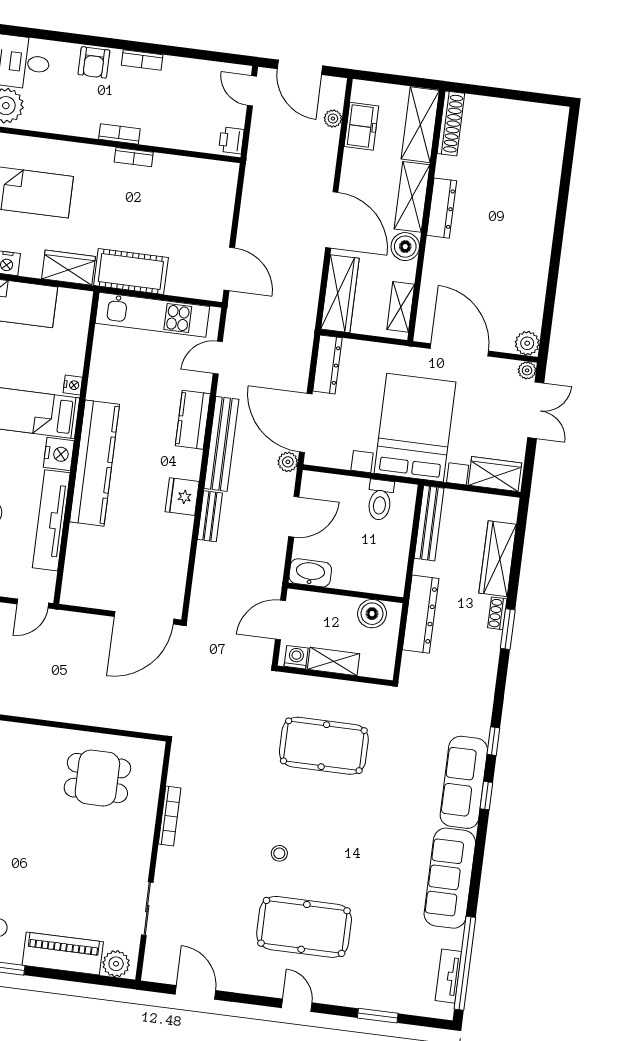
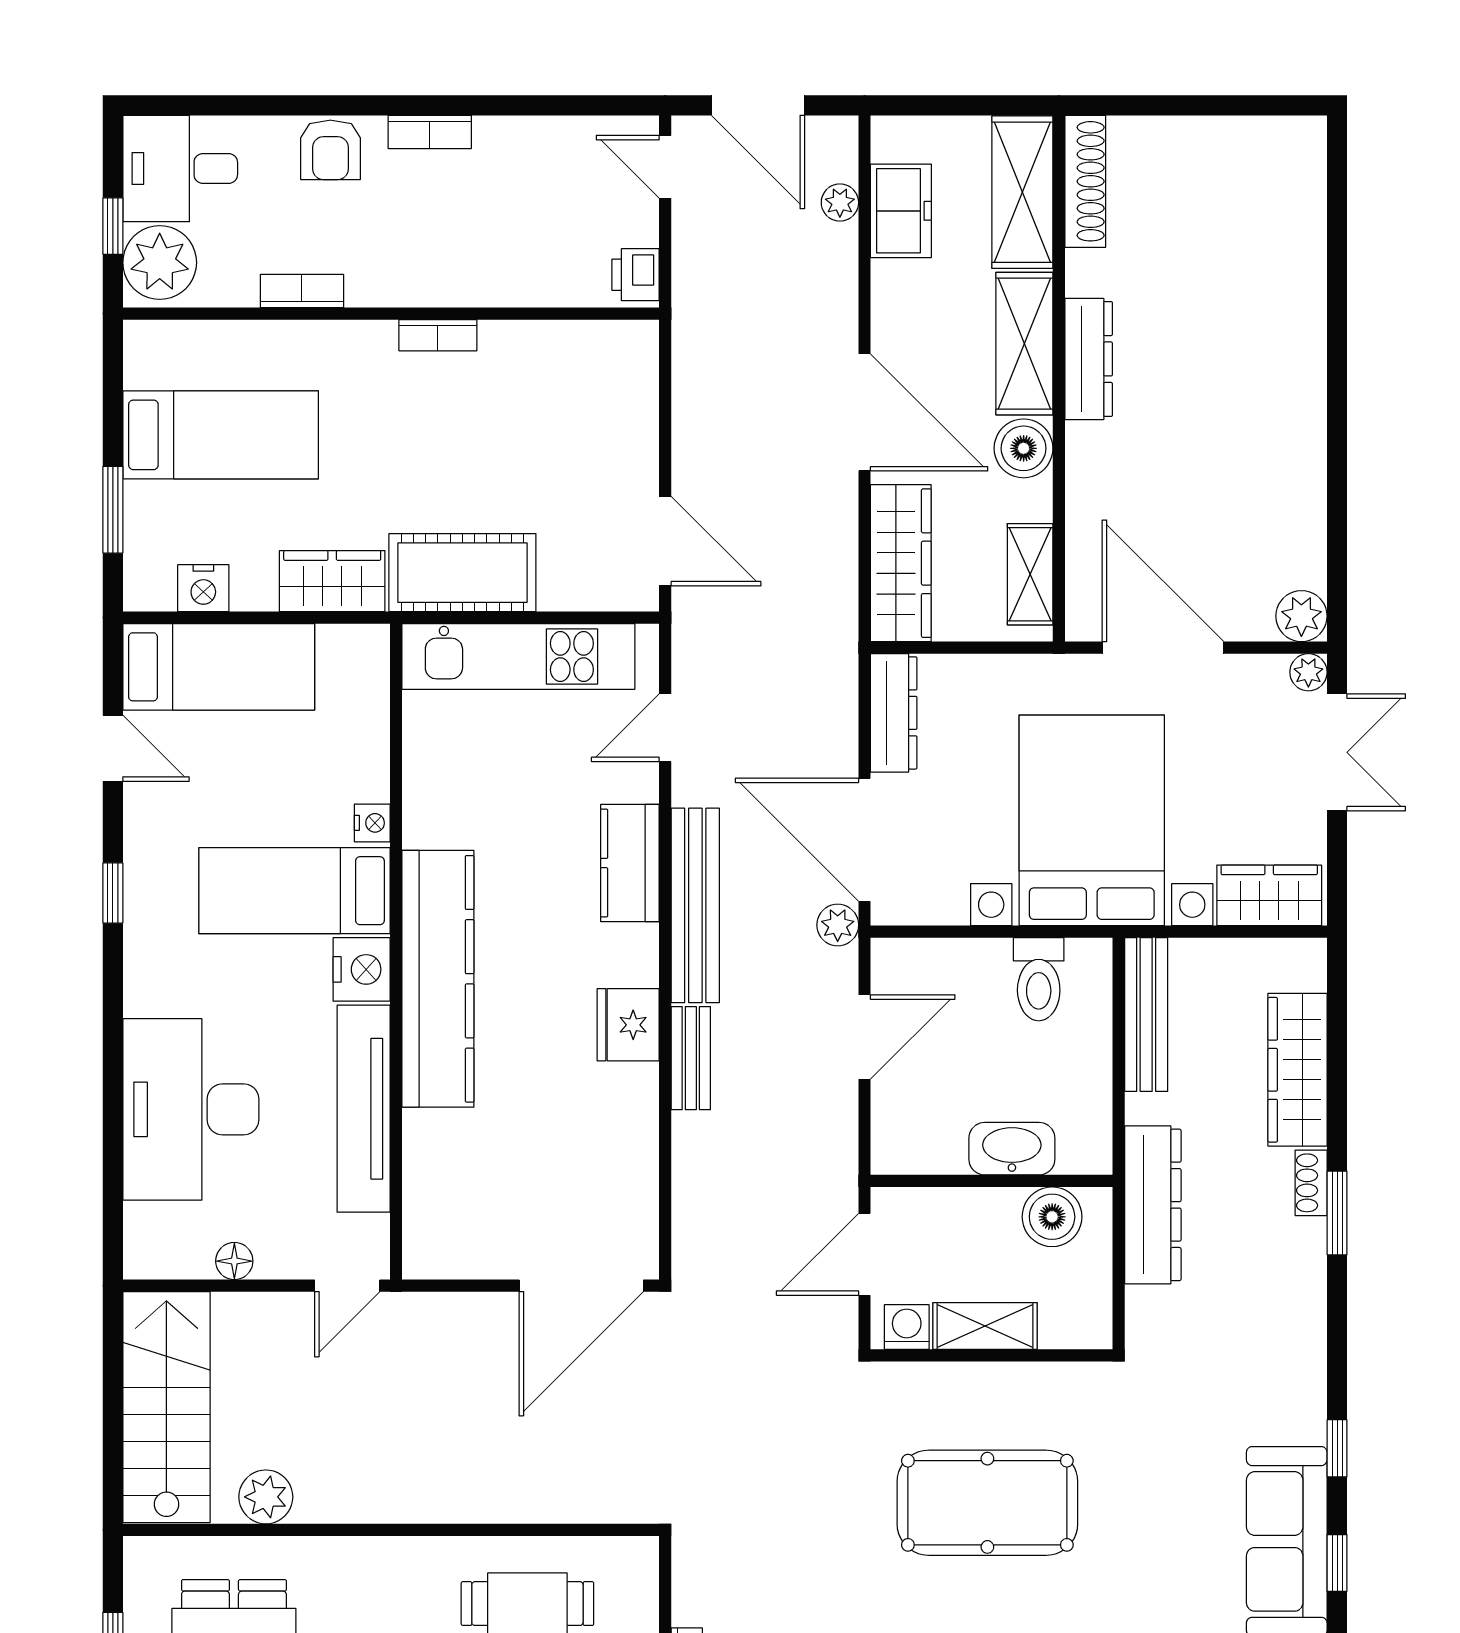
bookcase: (119, 134) -> (302, 291), moved
washbasin: (310, 573) -> (1012, 1149), moved

